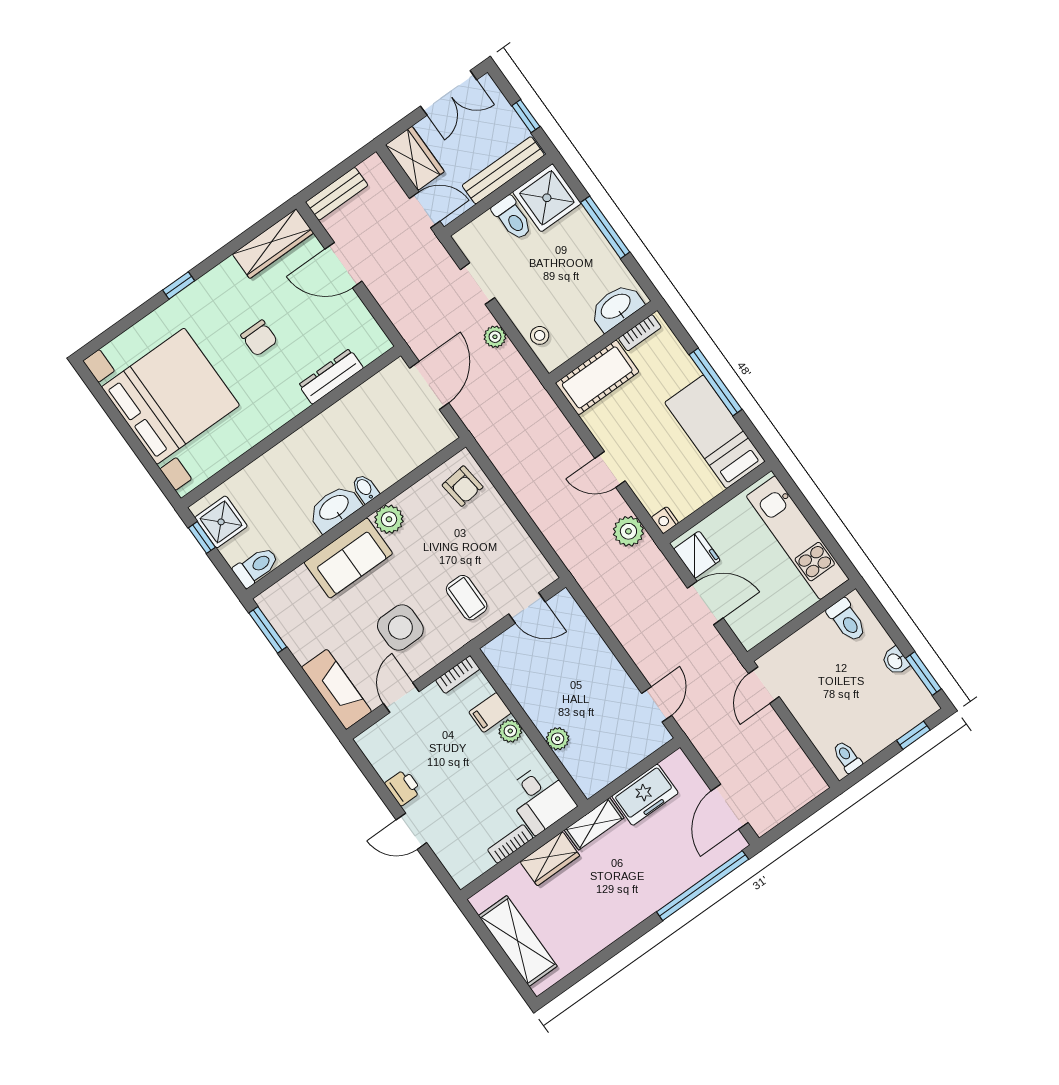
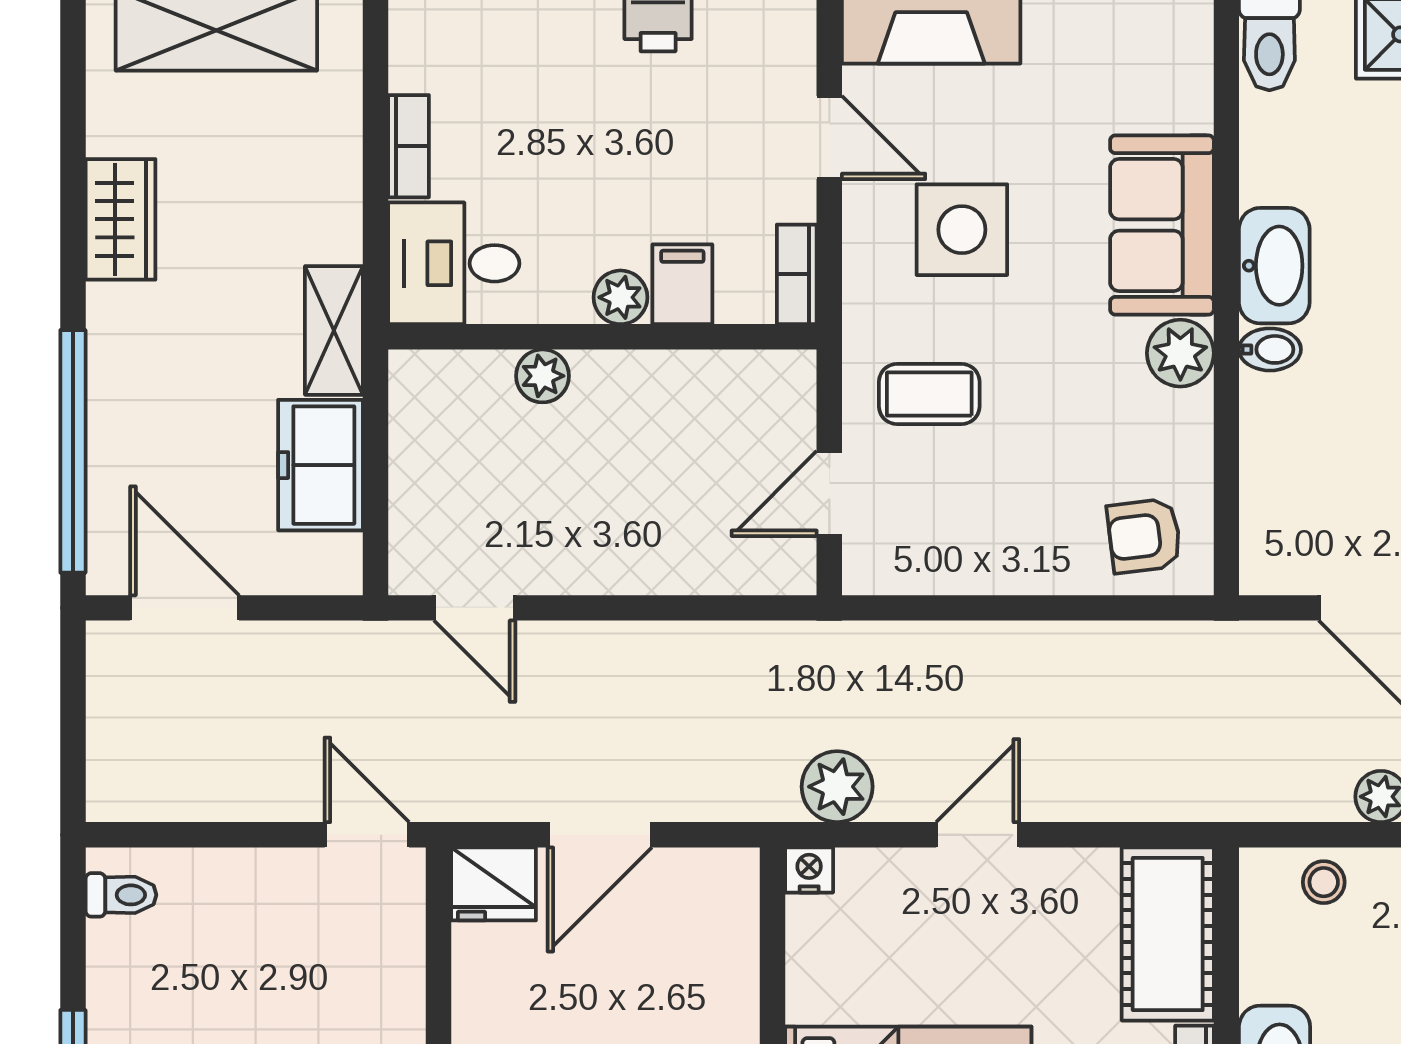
fridge: (697, 555) -> (493, 884), moved
wardrobe: (550, 859) -> (121, 219), moved, turned 180

